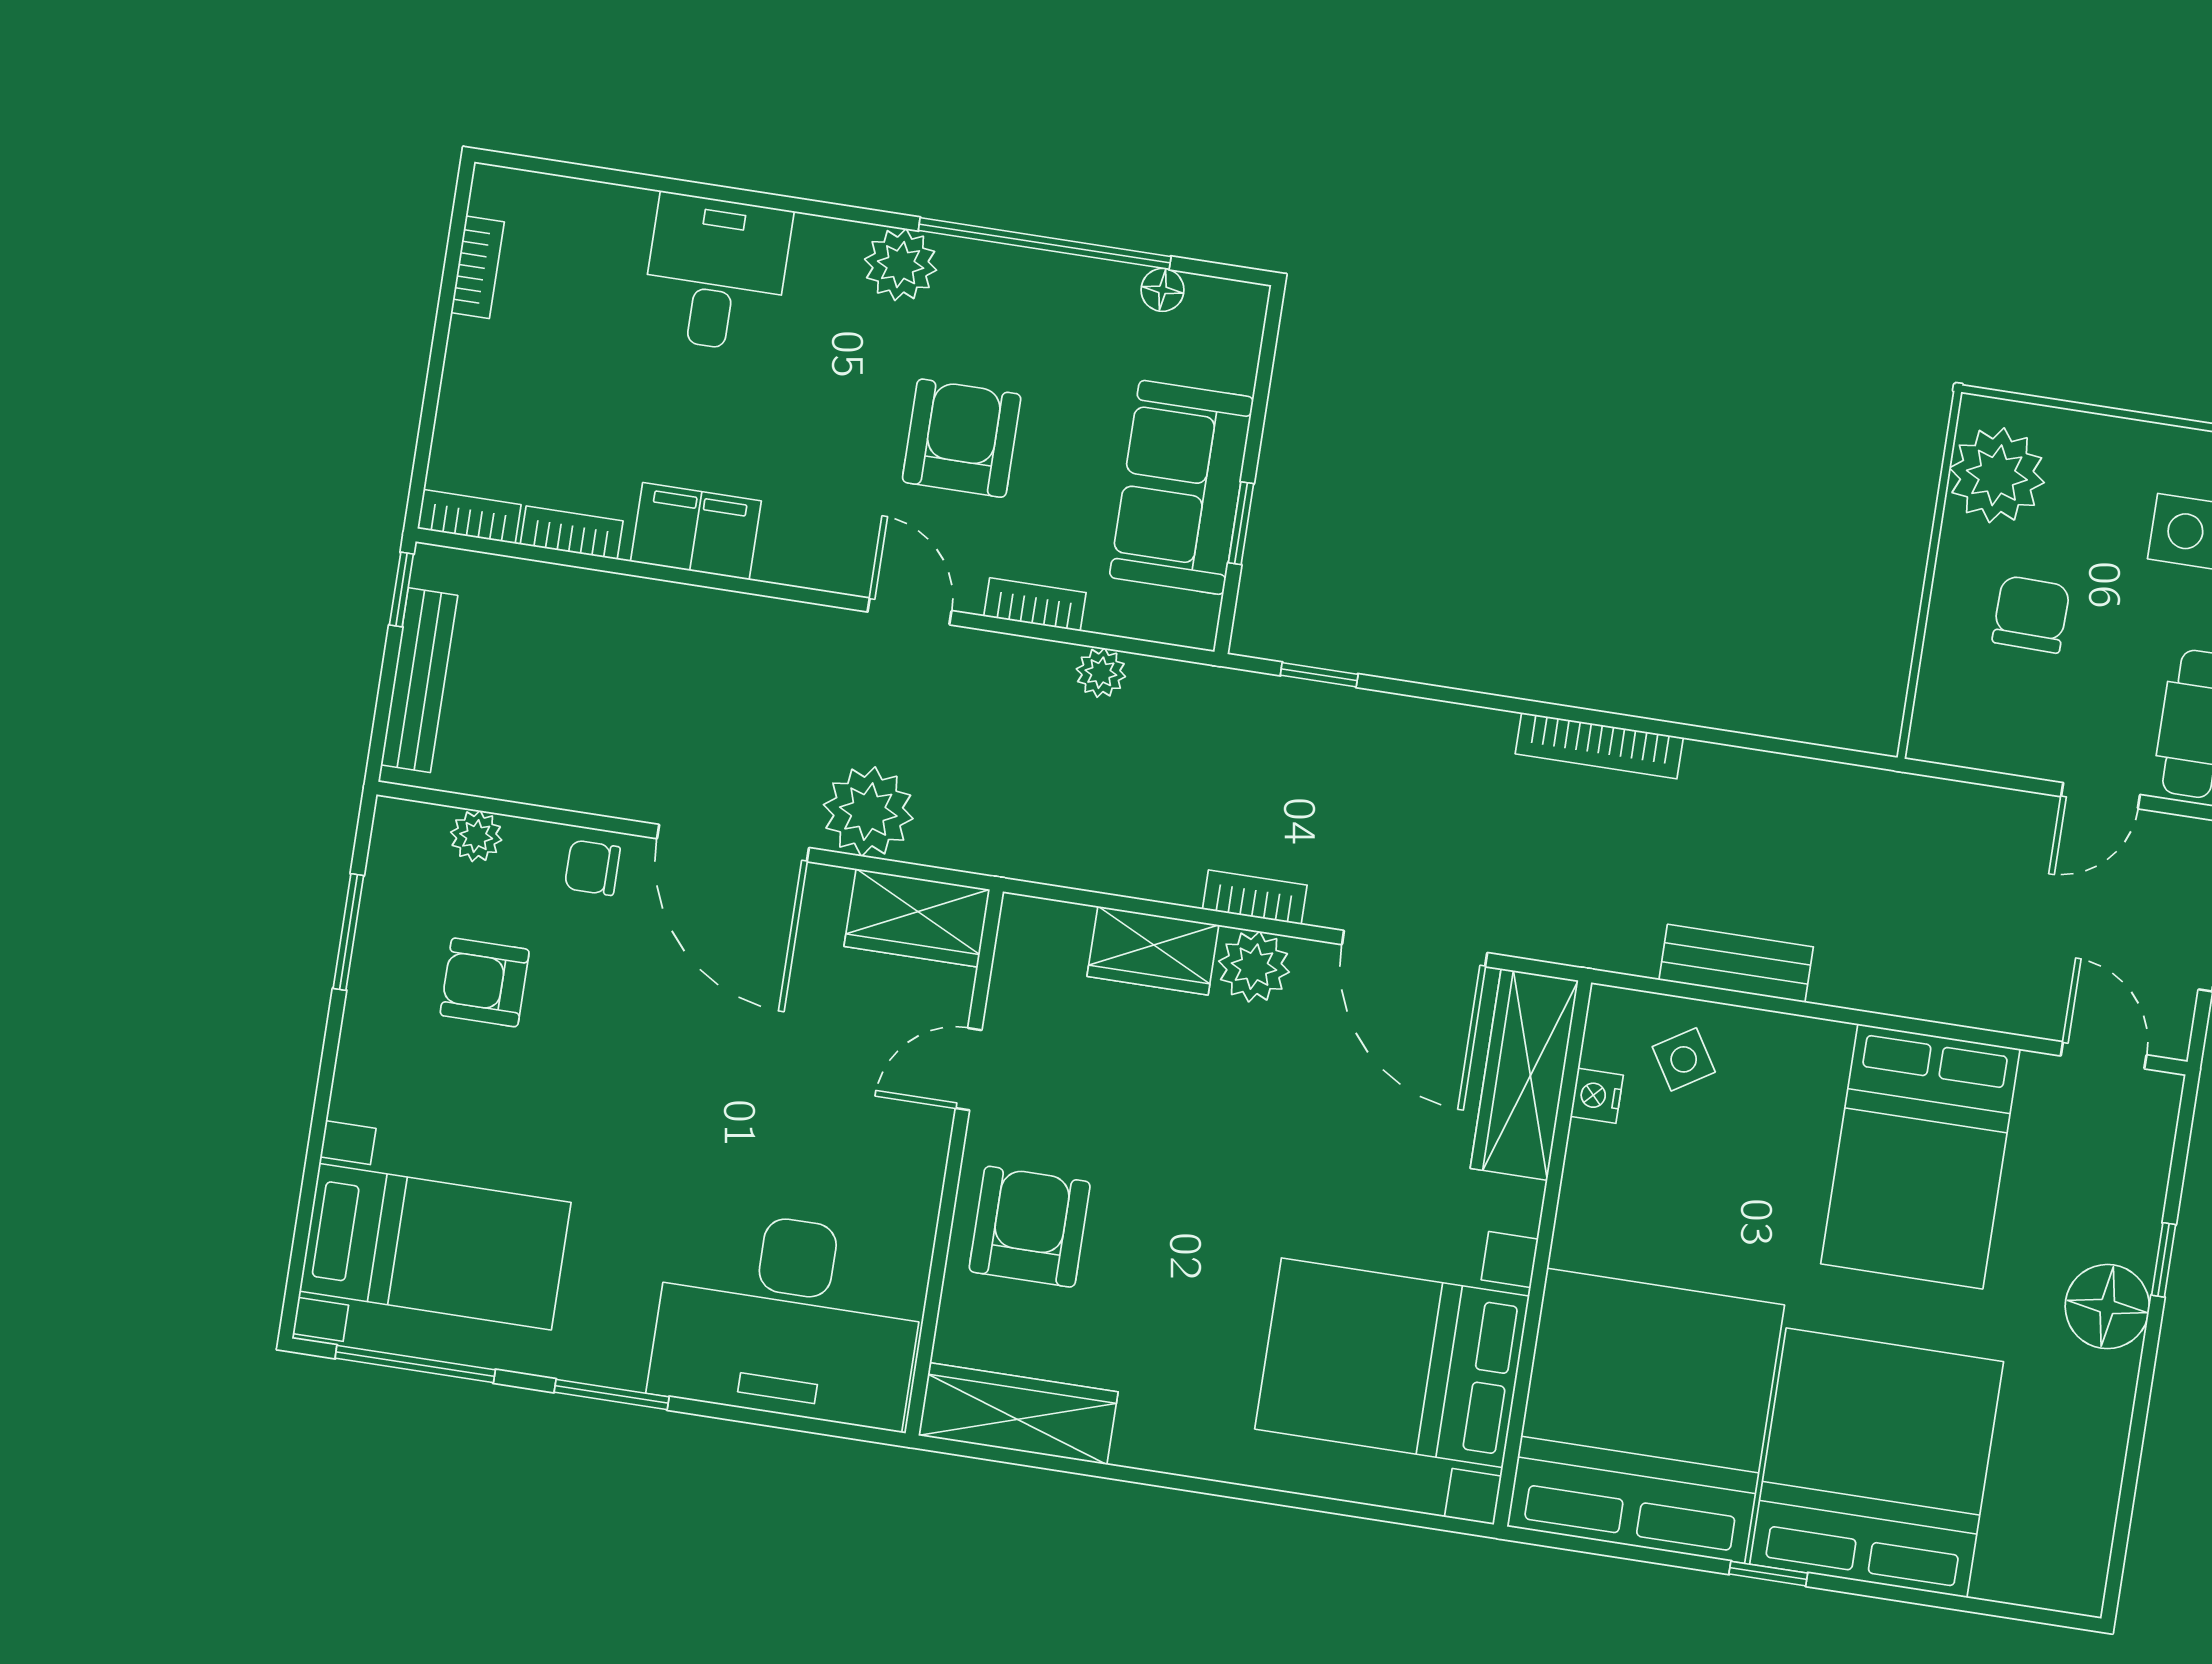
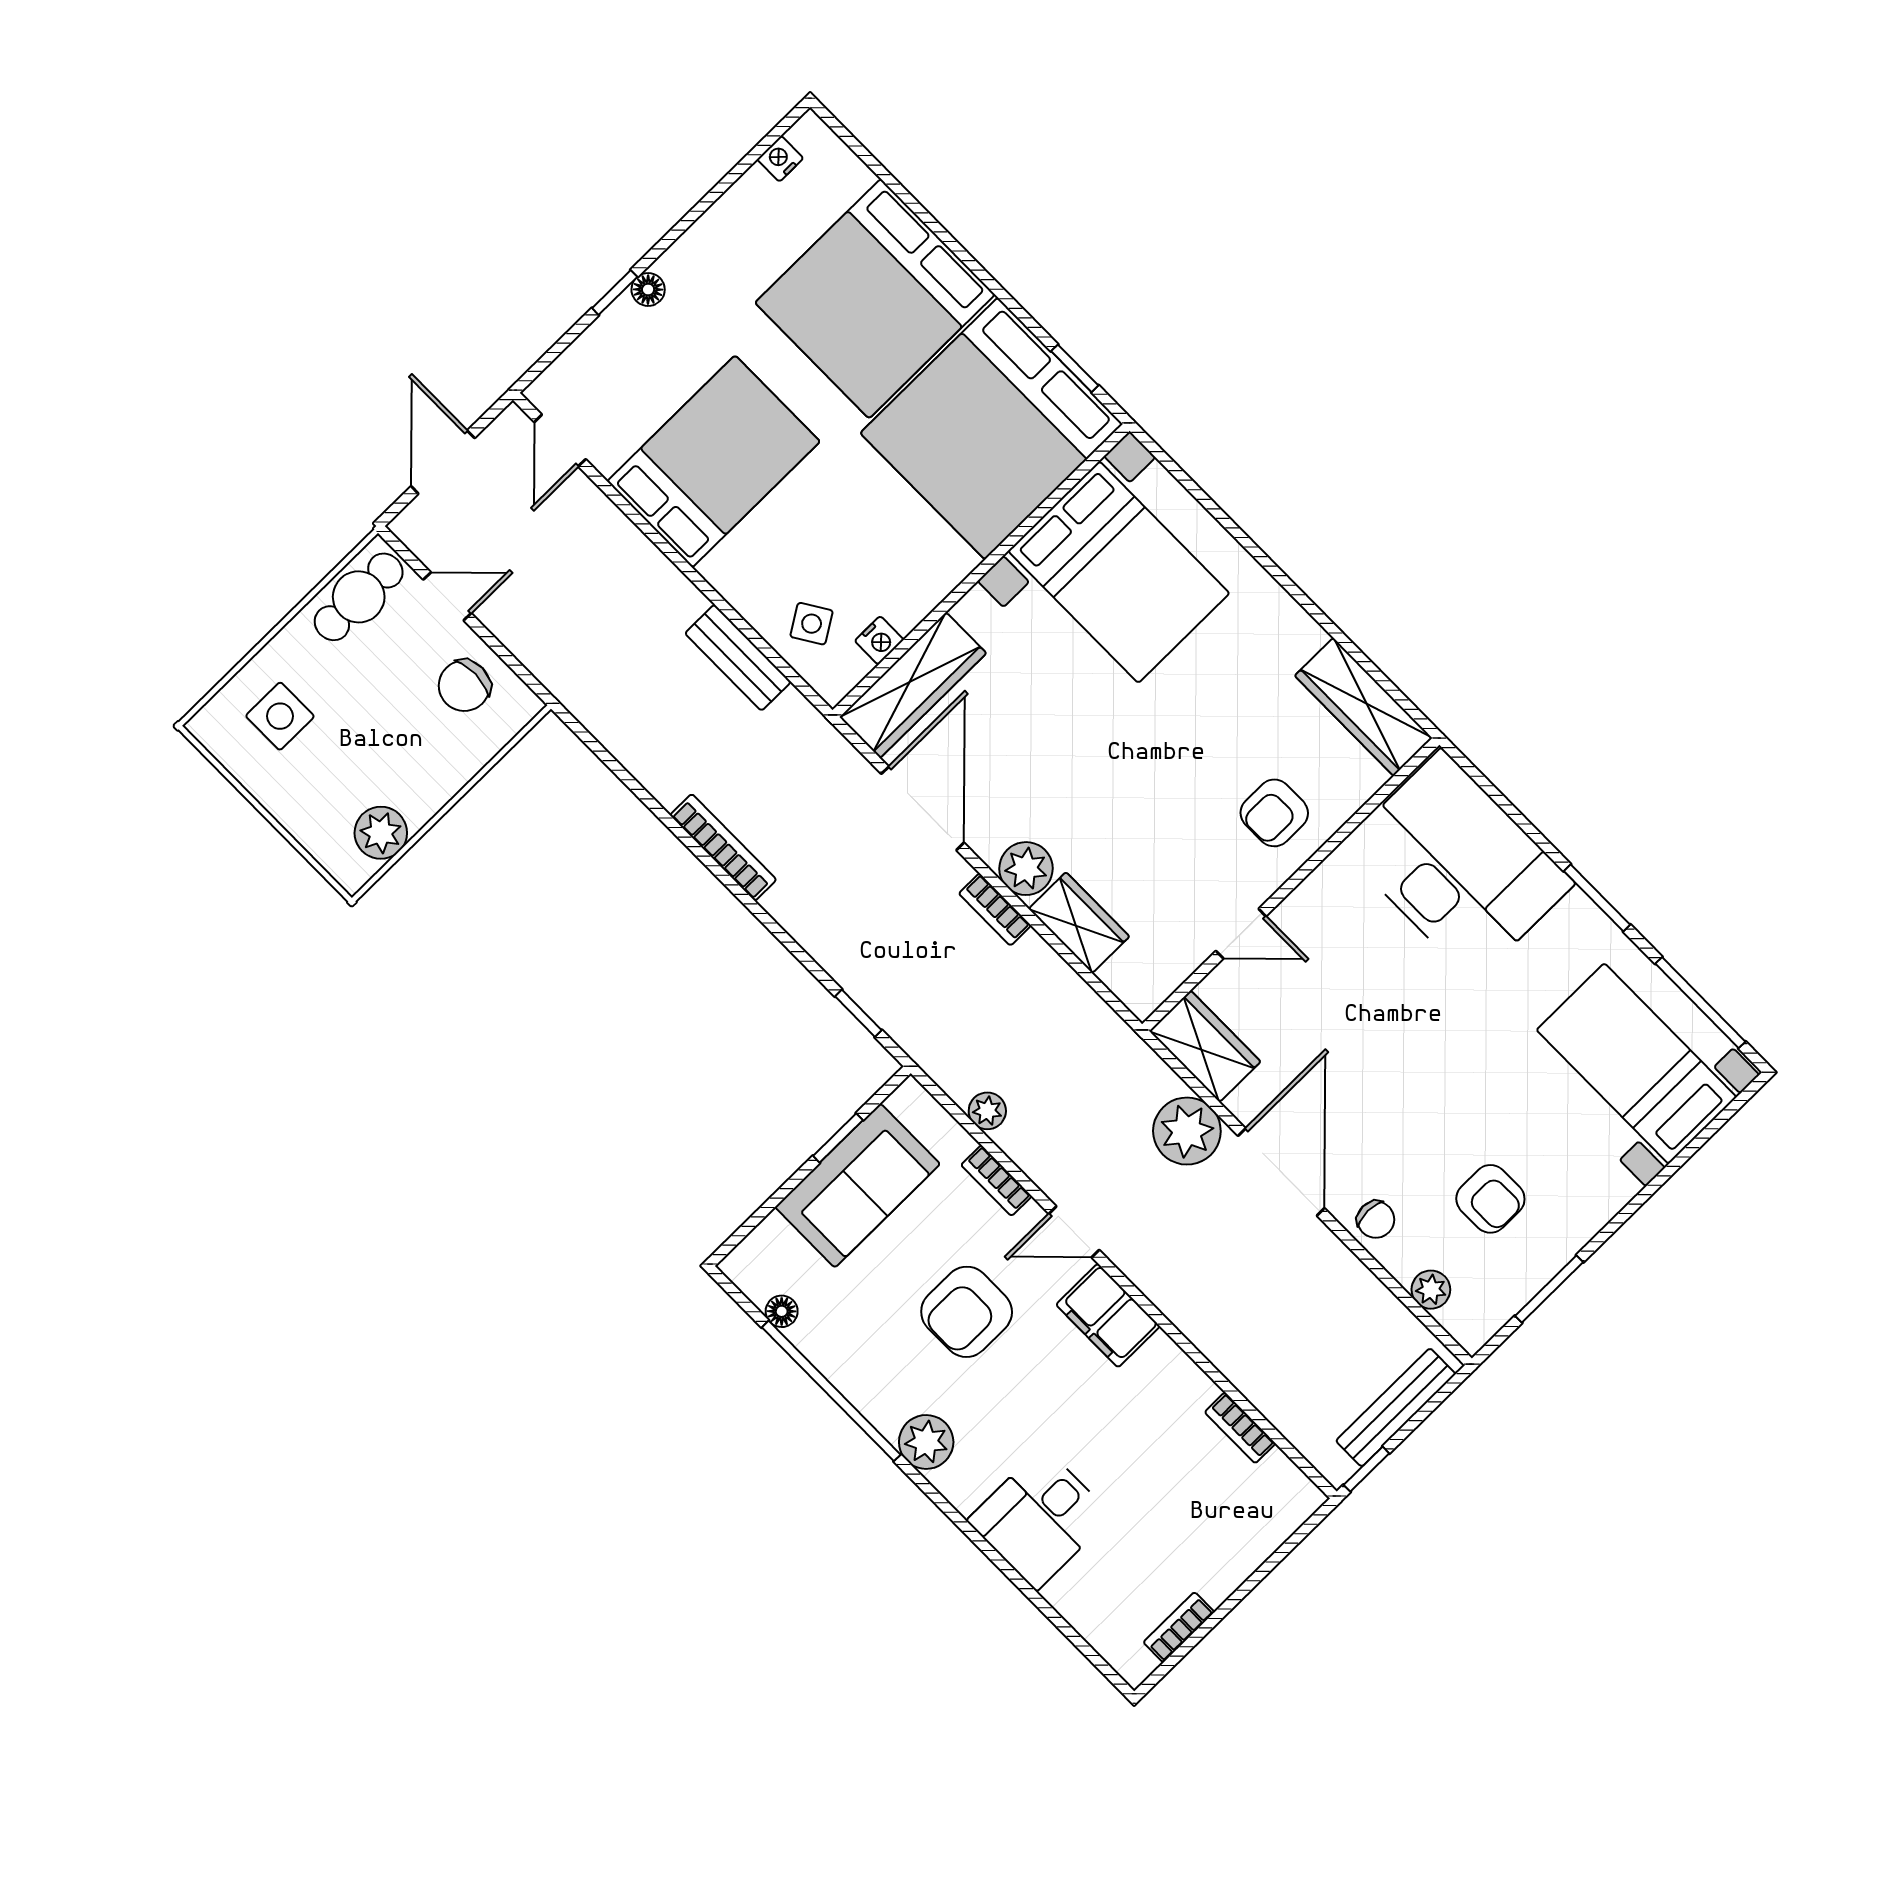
plant: (1997, 475) -> (381, 833), width x0.73, depth x0.73
bookcase: (469, 517) -> (1294, 1483), removed
filing cabinet: (696, 531) -> (1108, 1315), moved
door: (910, 611) -> (1074, 1232), hinge flipped
chair: (2031, 614) -> (464, 686), moved
armchair: (1030, 1227) -> (1274, 813), width x0.72, depth x0.72
floor lamp: (2107, 1307) -> (648, 289), width x0.53, depth x0.53
nightstand: (2092, 1538) -> (780, 159), added
window: (1768, 1574) -> (1075, 368), moved

